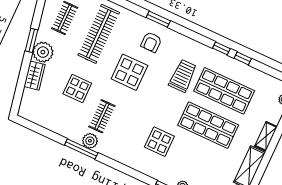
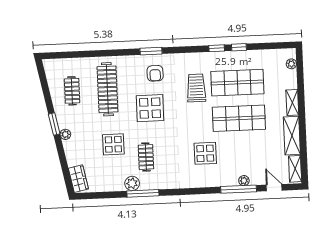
plant: (43, 52) -> (65, 134), width x0.53, depth x0.53
wardrobe: (35, 76) -> (78, 179), moved
plant: (90, 141) -> (132, 183), moved

